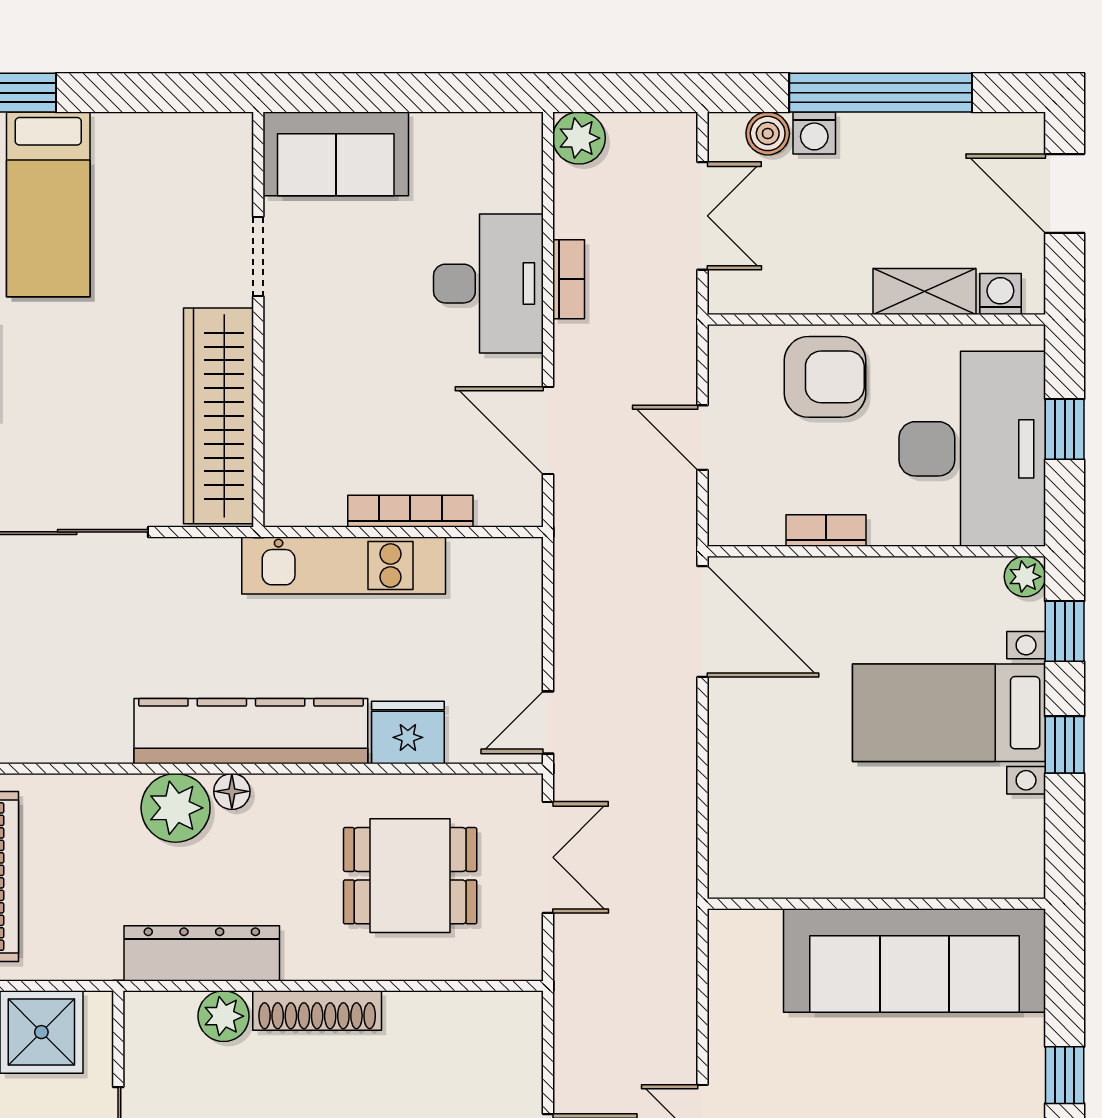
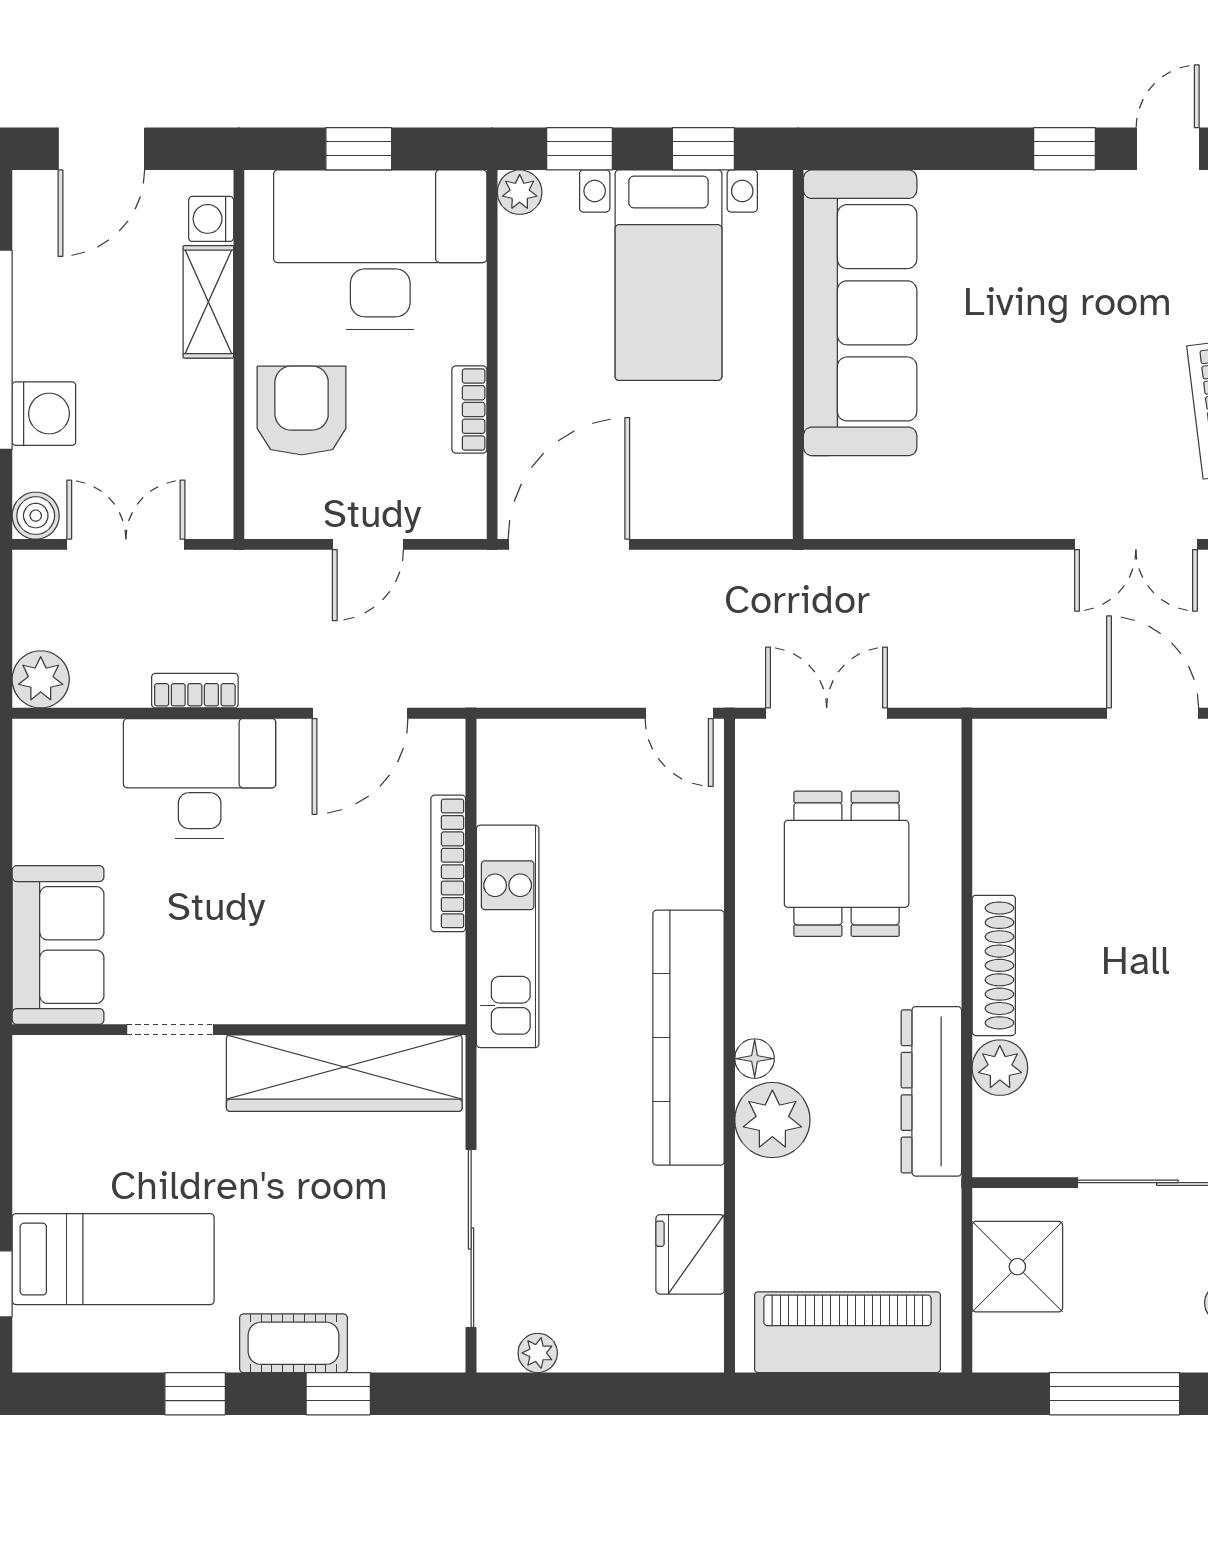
boiler: (768, 133) -> (36, 516), moved
washing machine: (814, 133) -> (44, 414), width x1.38, depth x1.38
fridge: (408, 732) -> (690, 1254), moved
wall: (876, 904) -> (798, 355), moved
sofa: (915, 961) -> (860, 313), moved

